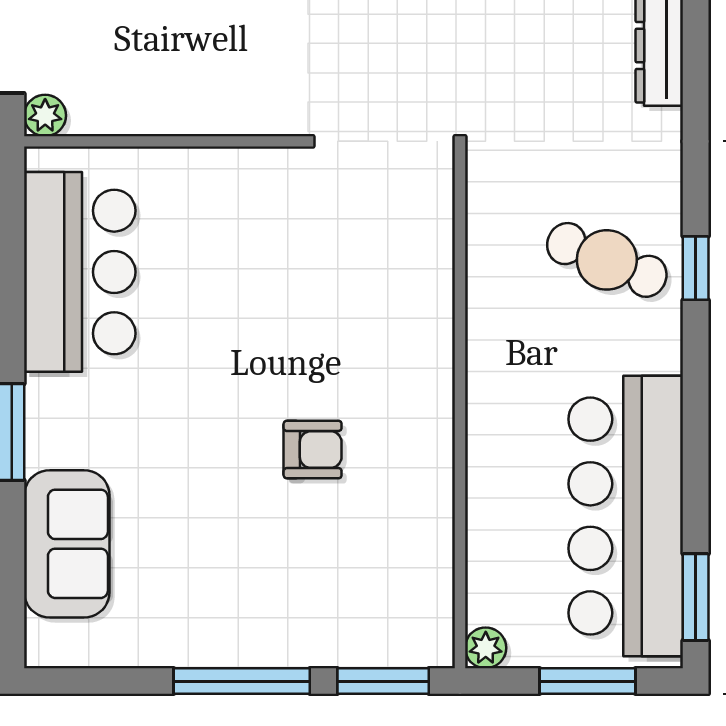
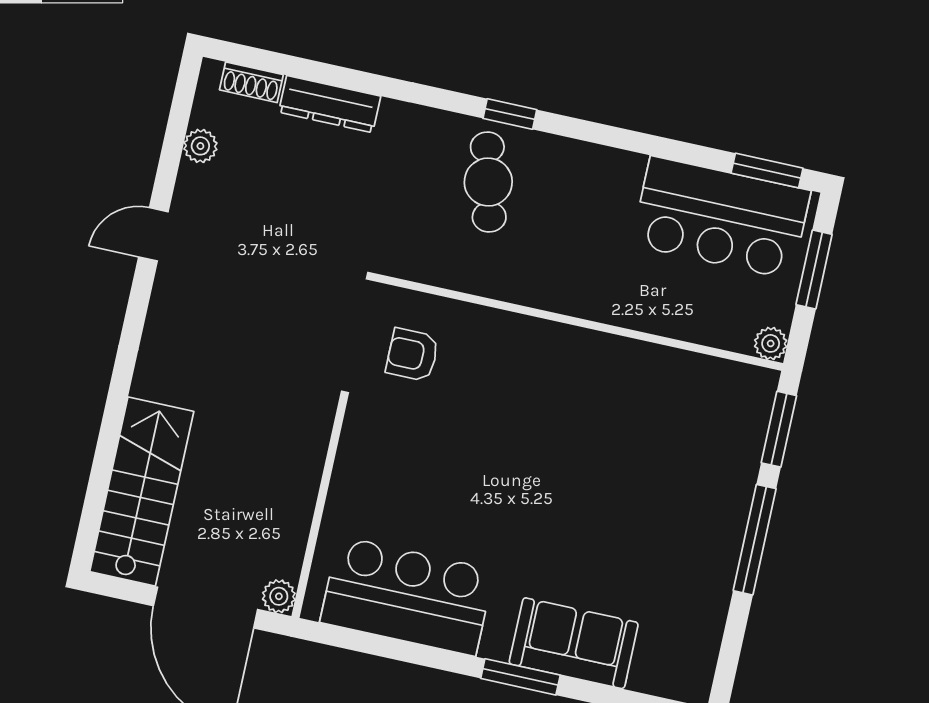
cafe table: (607, 260) -> (488, 182), turned -36
armchair: (313, 450) -> (412, 355), moved, turned -90
bar counter: (626, 516) -> (721, 218), width x0.73
sofa: (67, 544) -> (574, 643), moved

